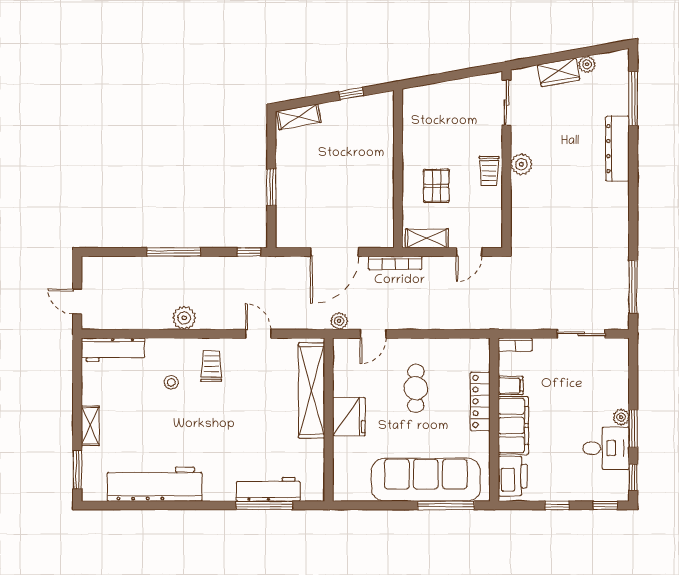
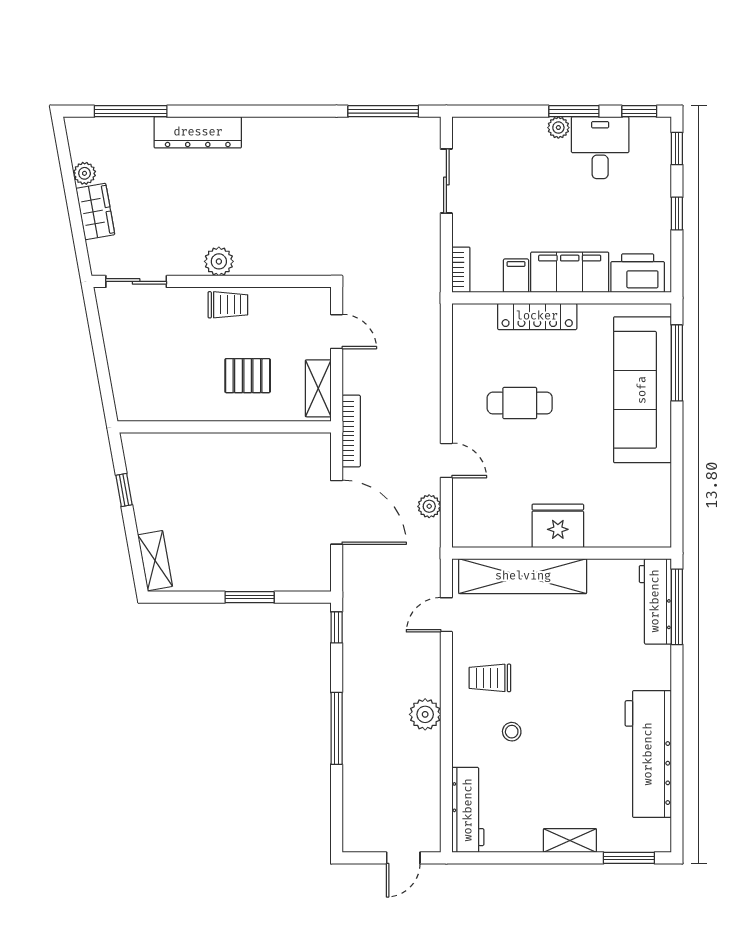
shelving: (312, 390) -> (523, 576), moved
fridge: (349, 417) -> (558, 526), moved
wall: (329, 420) -> (562, 553), moved

